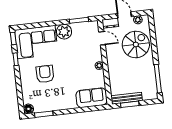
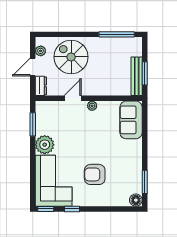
door: (102, 38) -> (73, 98), moved

